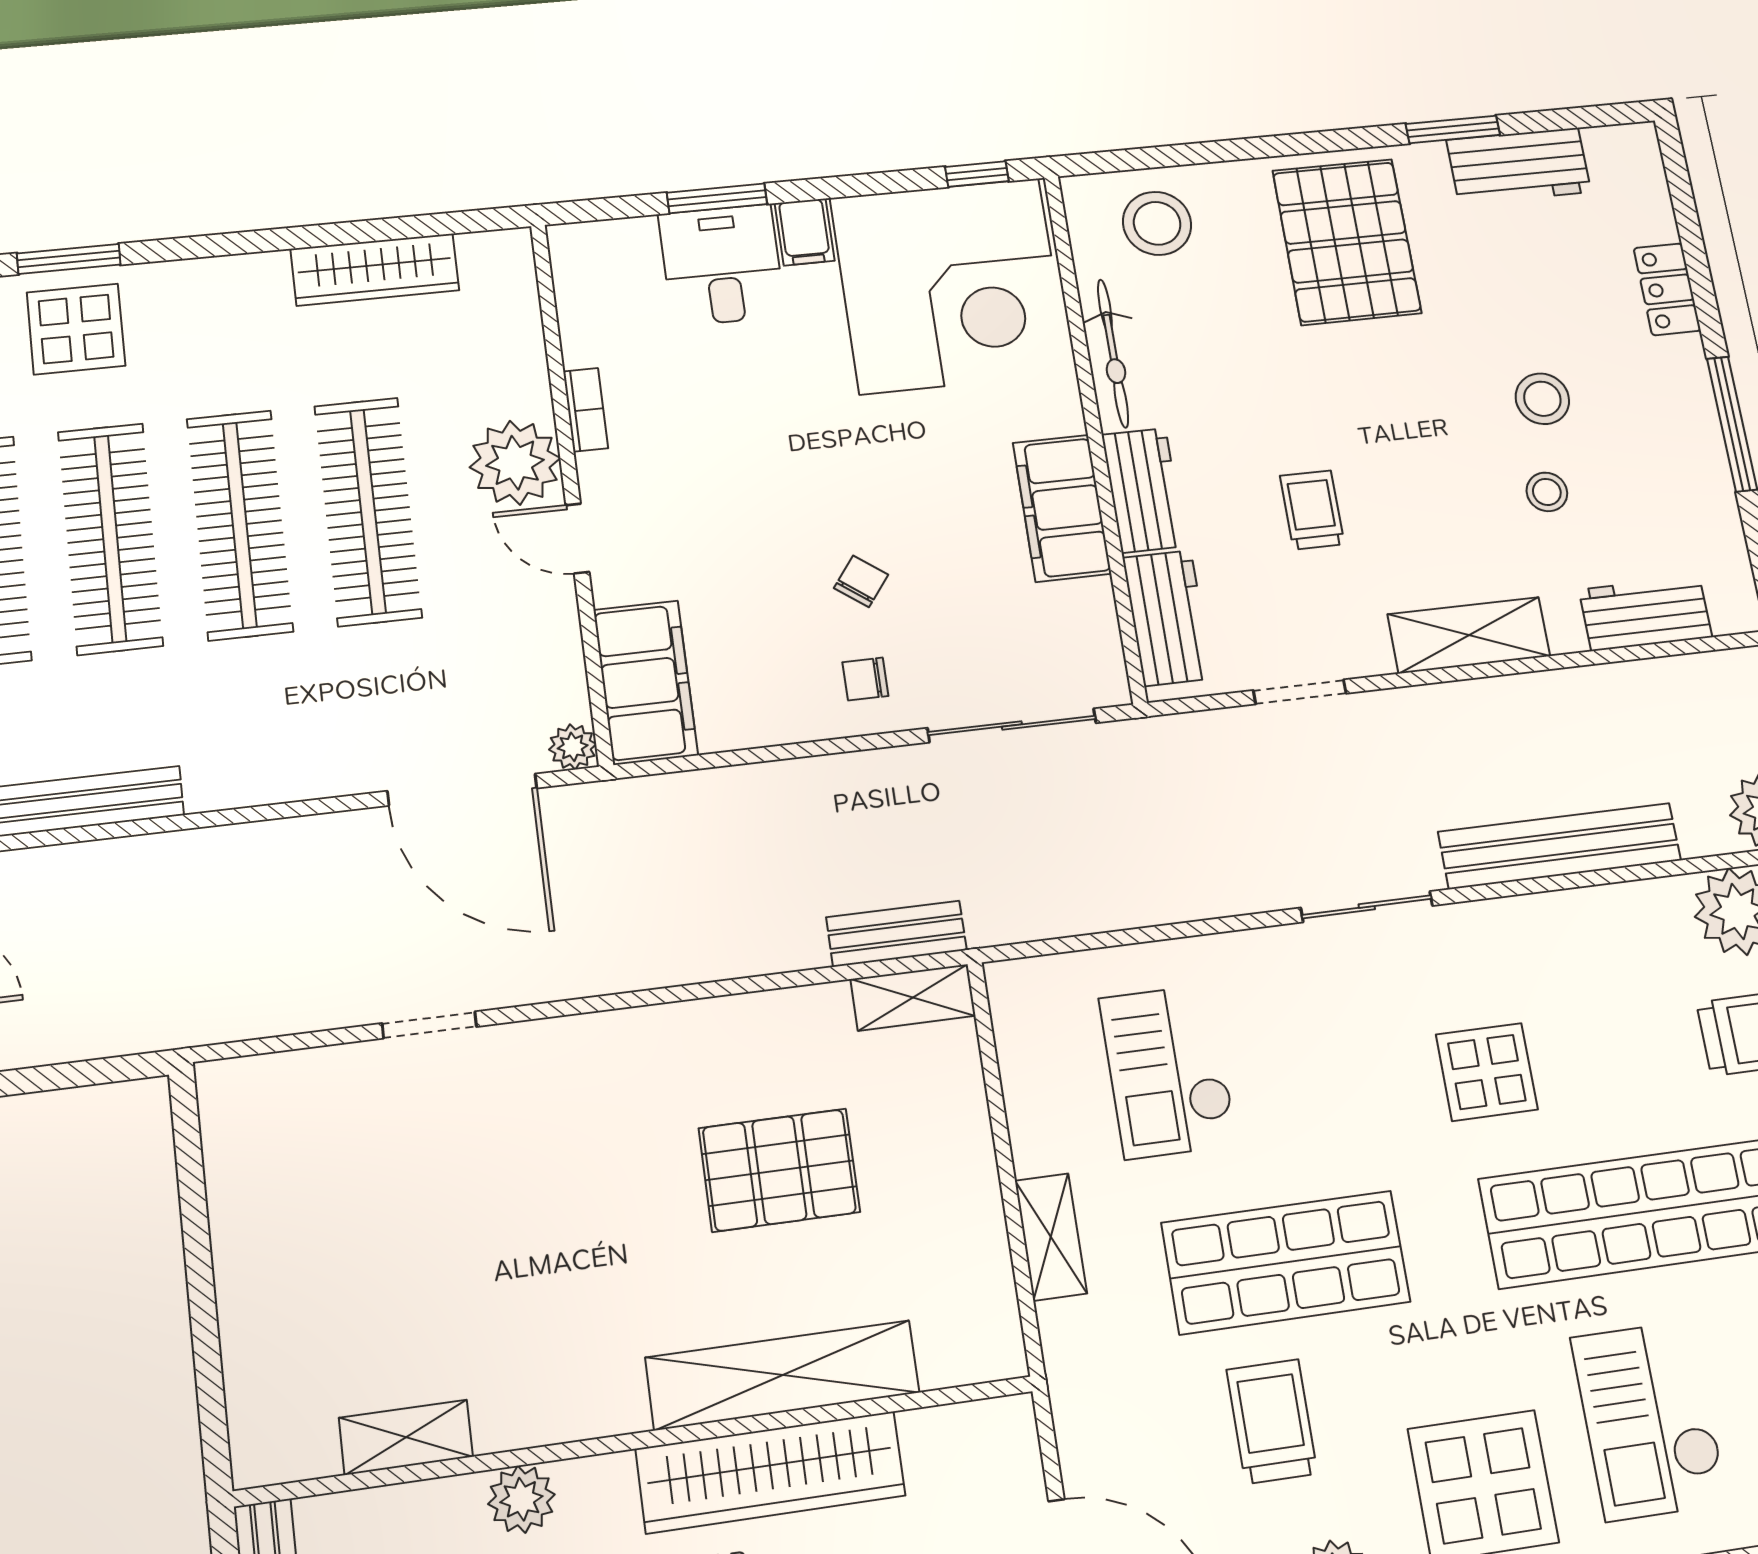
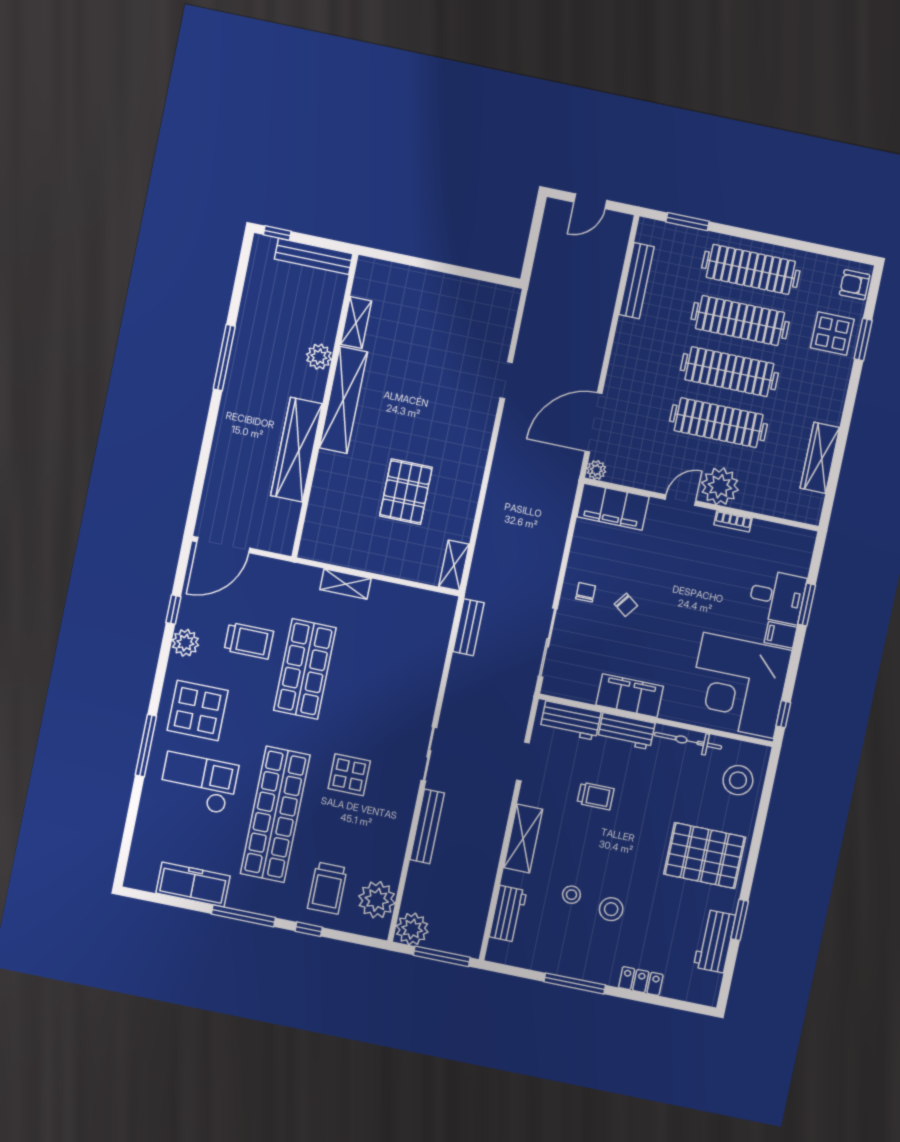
bench: (1560, 846) -> (427, 826), width x0.73, depth x0.82
bench: (897, 934) -> (468, 627), moved
checkout: (1168, 1071) -> (392, 652), removed
shelving: (783, 1375) -> (343, 400), moved

